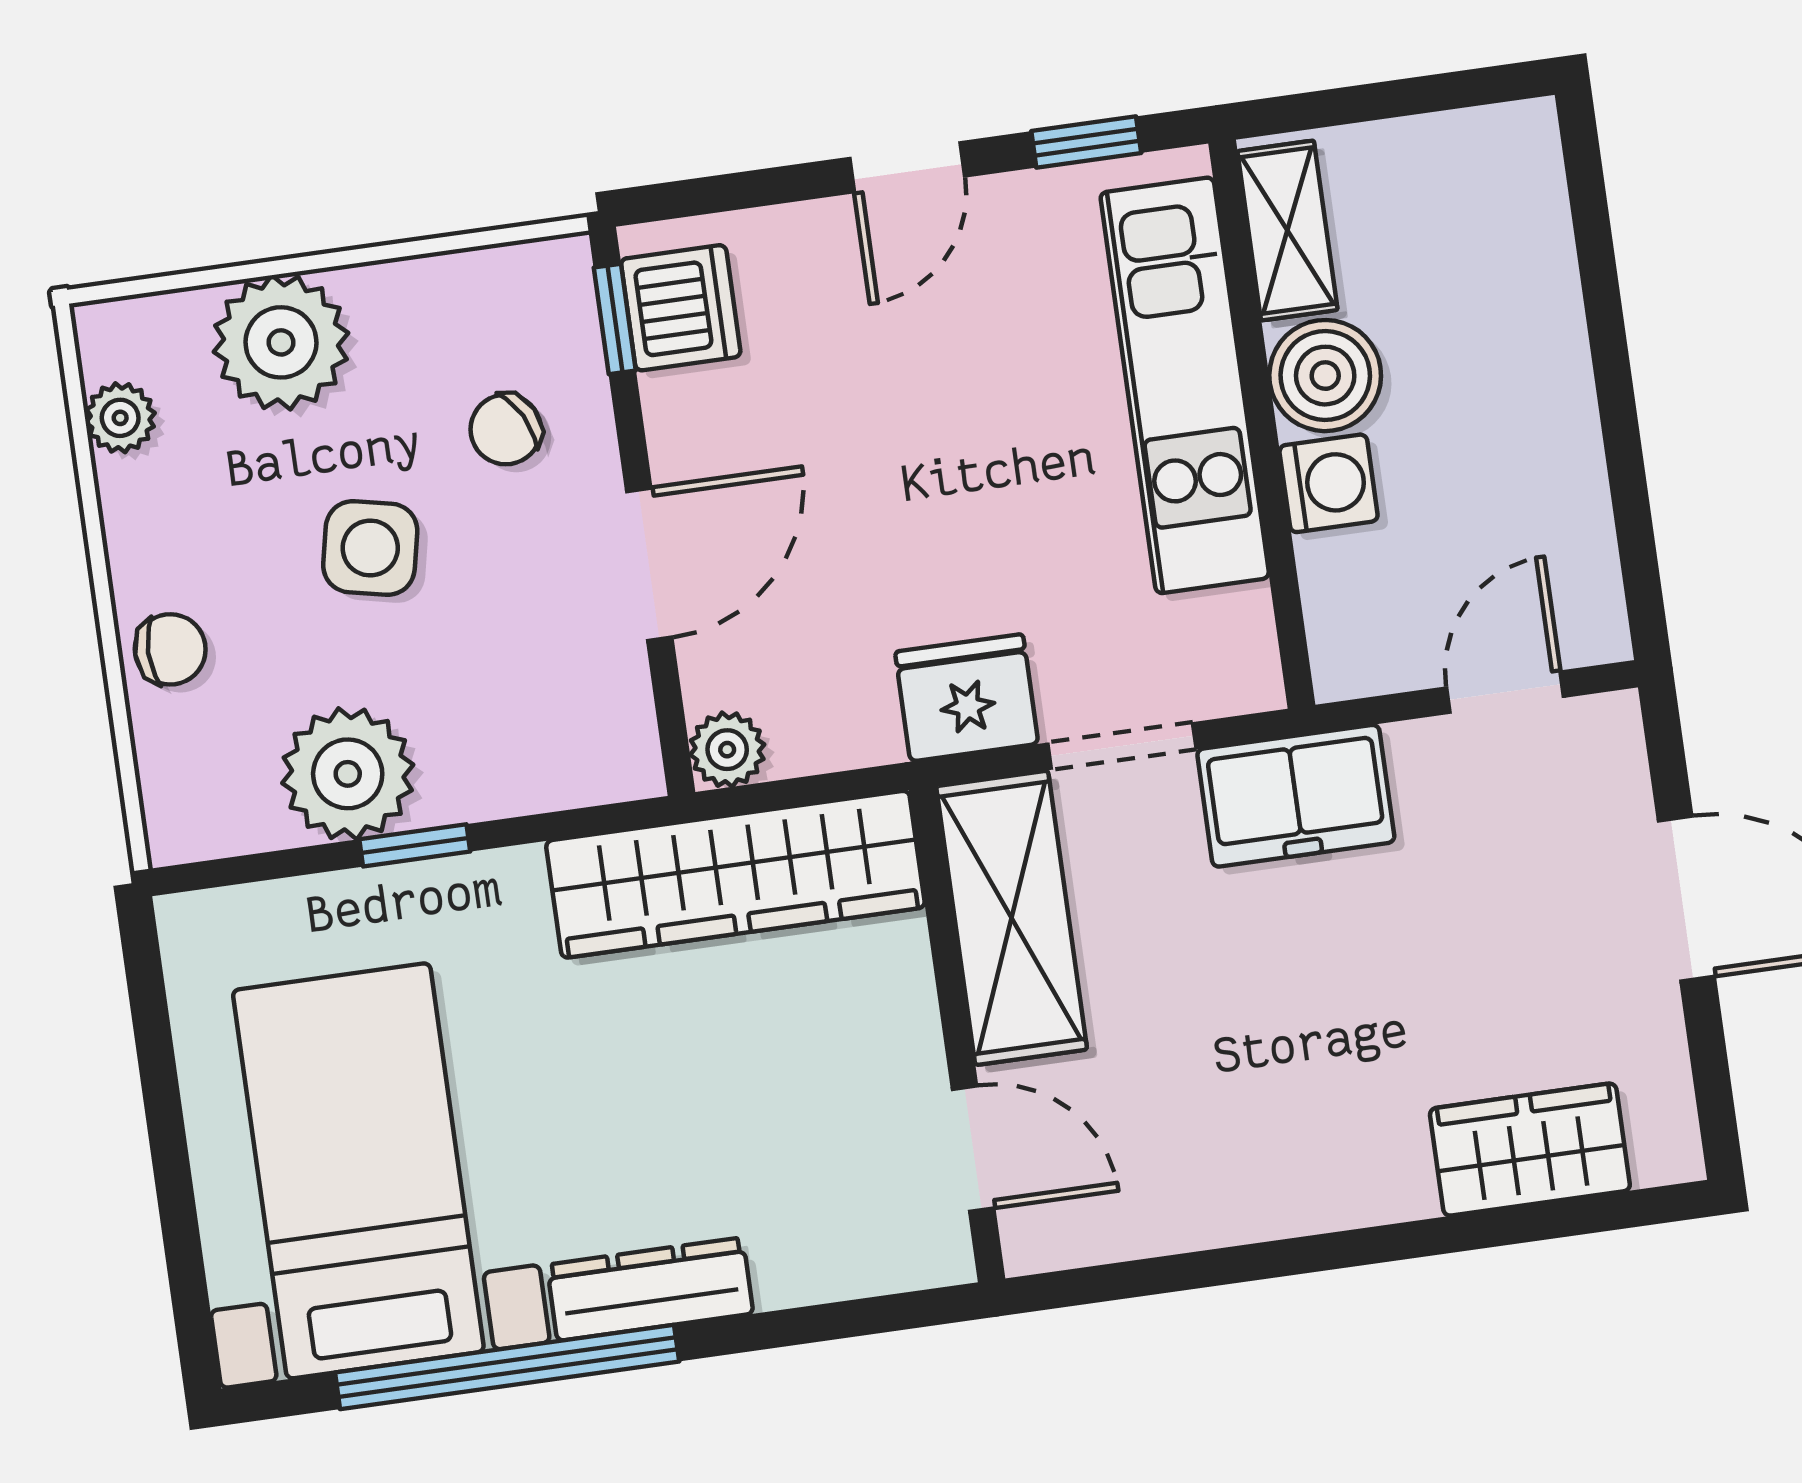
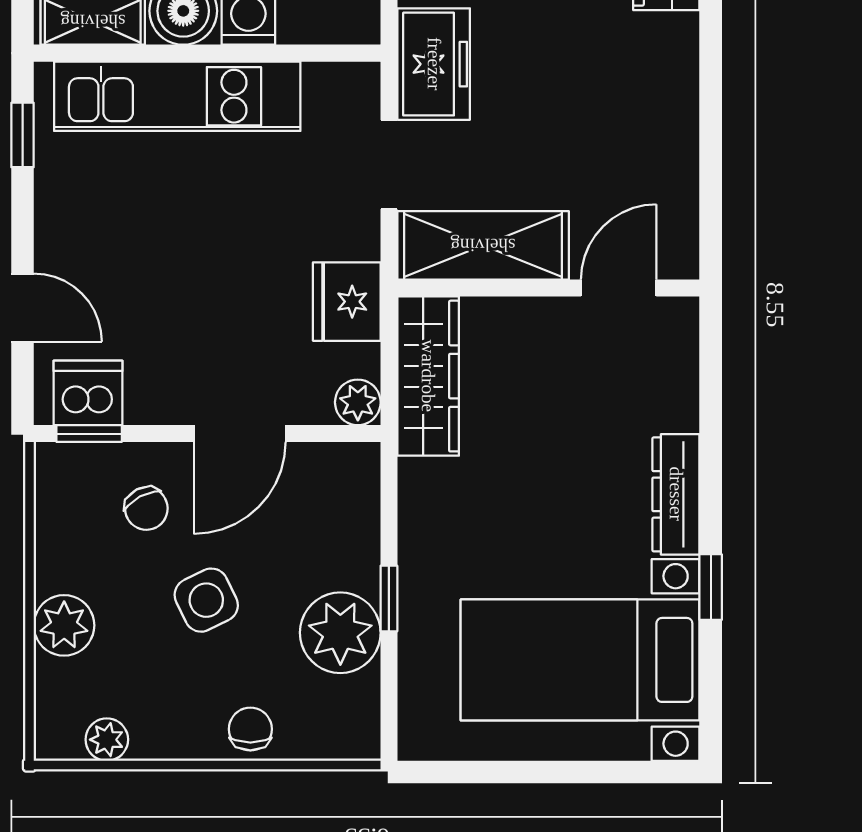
door: (907, 167) -> (23, 308), moved
plant: (281, 342) -> (64, 625), width x0.73, depth x0.73
side table: (370, 548) -> (206, 600), turned -38
door: (649, 564) -> (240, 434), swing flipped
fridge: (967, 698) -> (347, 302), moved
wardrobe: (735, 874) -> (428, 376), width x0.71, depth x0.85
window: (507, 1367) -> (711, 587), width x0.32

